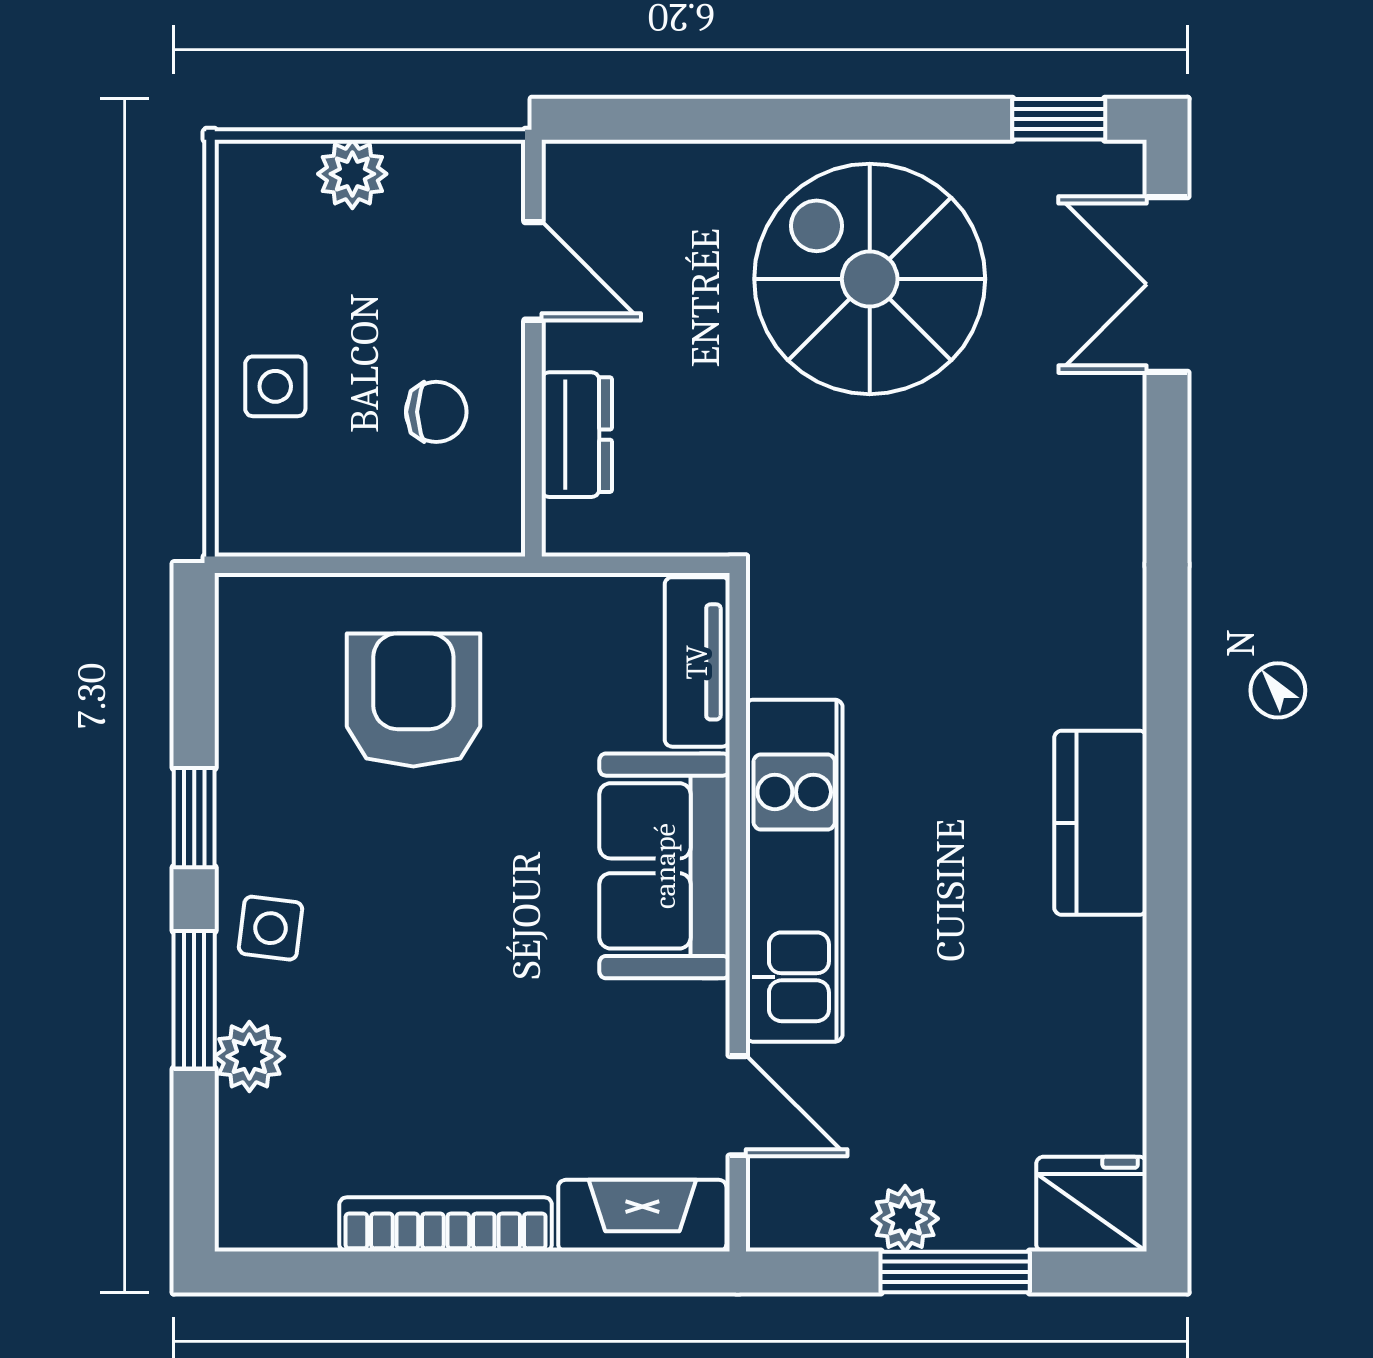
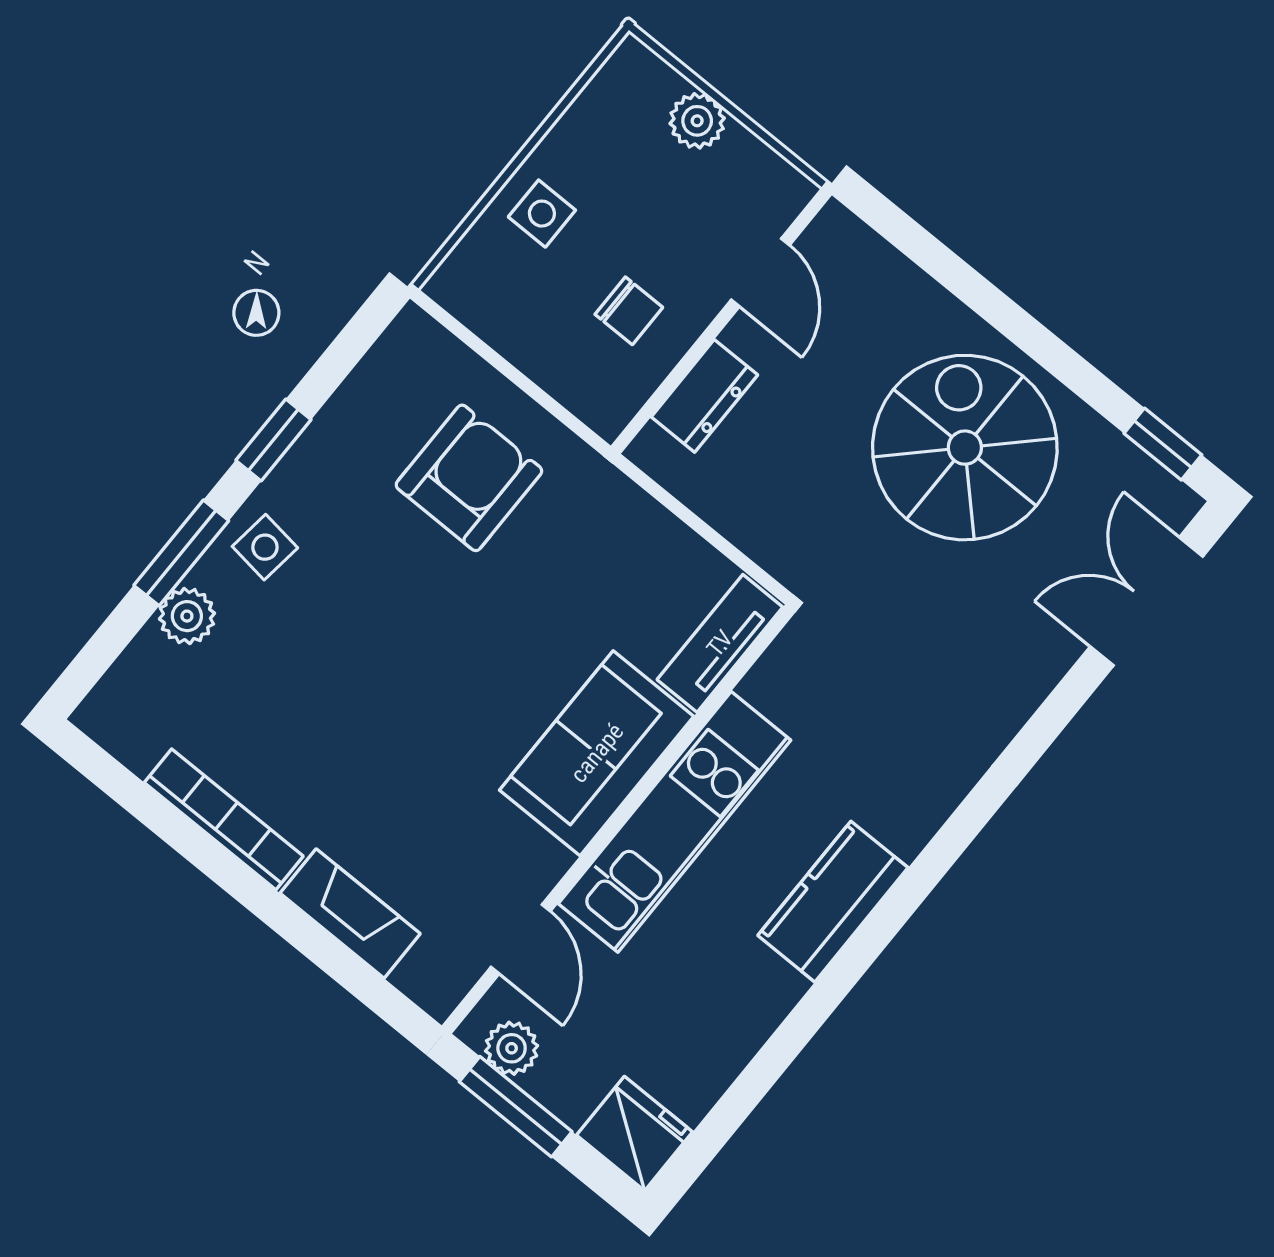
tv unit: (697, 662) -> (720, 643), moved
sofa: (665, 866) -> (597, 753), moved
kitchen unit: (794, 871) -> (675, 822), moved
wall: (738, 912) -> (619, 819), moved
door: (738, 1106) -> (521, 939), moved

